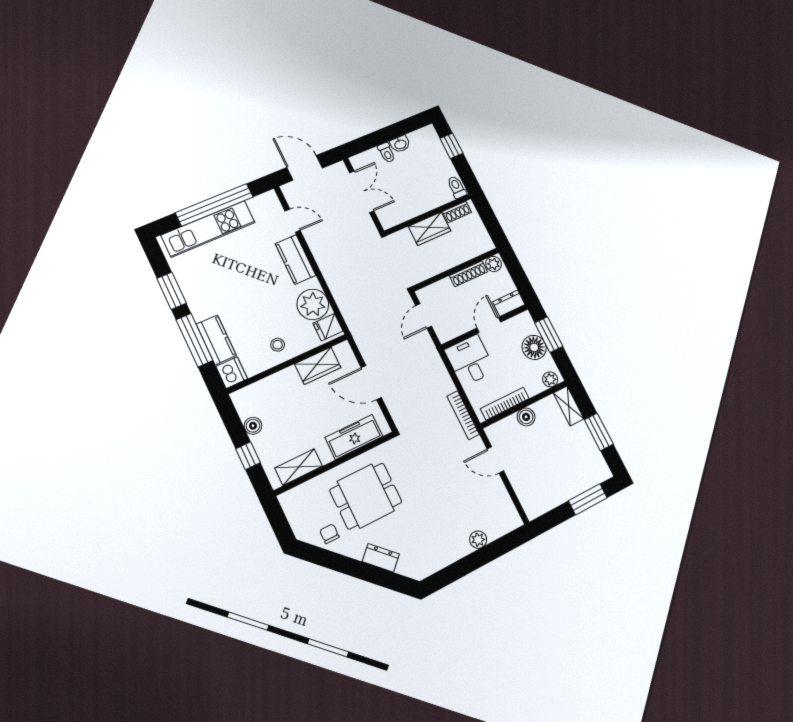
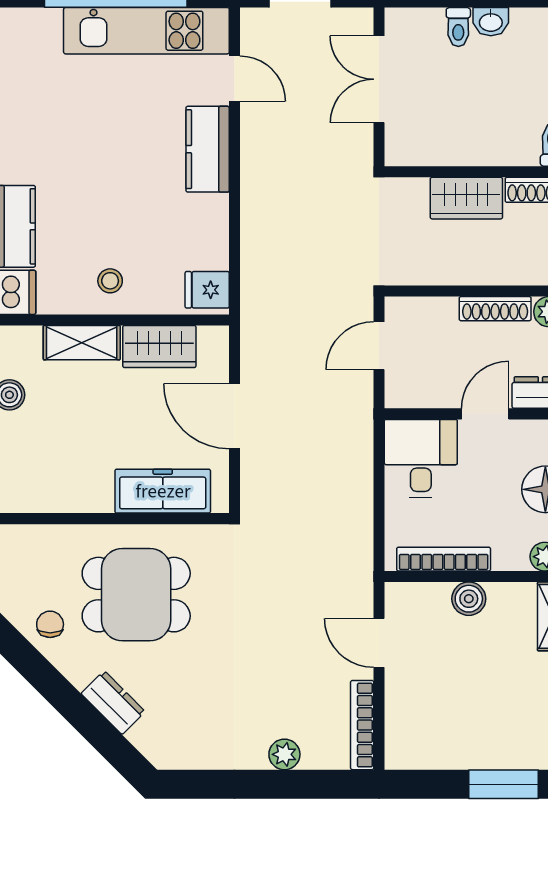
double door: (362, 192) -> (379, 79), swing flipped
kitchen unit: (208, 229) -> (146, 31), moved
plant: (313, 304) -> (200, 240), removed
bookcase: (463, 415) -> (362, 725), moved
shelving: (299, 467) -> (82, 343), moved

